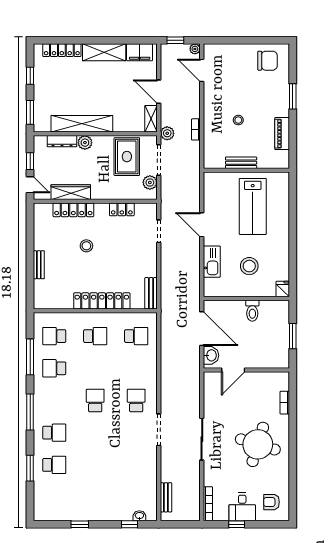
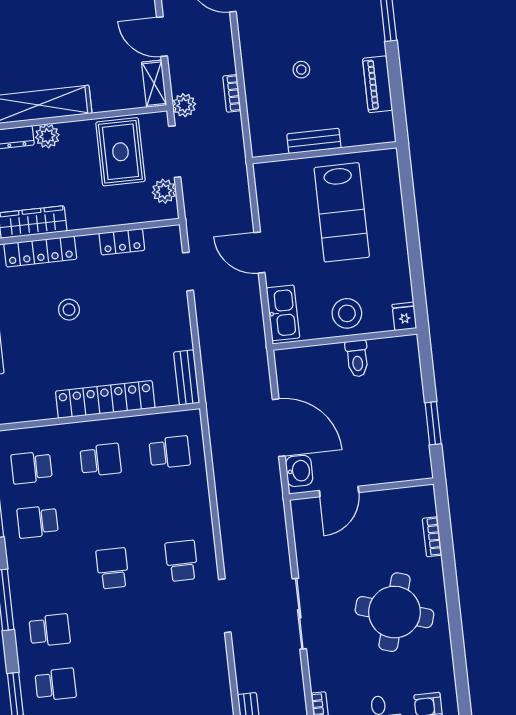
fridge: (283, 289) -> (404, 316), moved
wall: (246, 298) -> (345, 339), moved
toilet: (252, 311) -> (357, 358), moved

